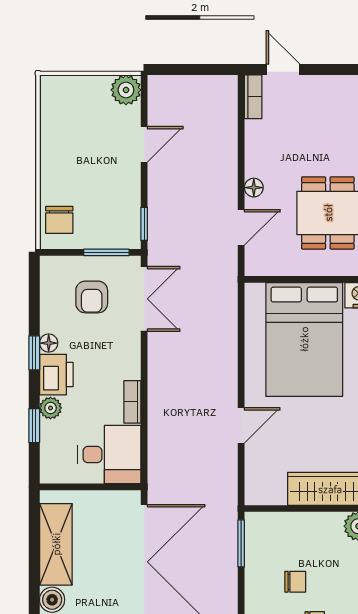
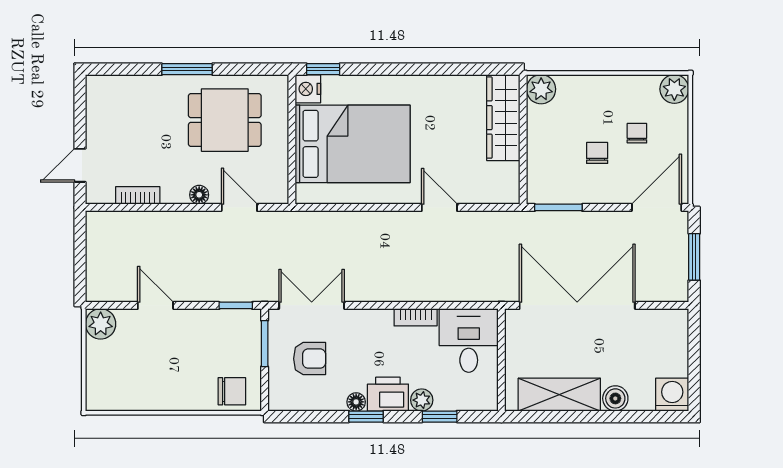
bookcase: (253, 97) -> (138, 195), moved

